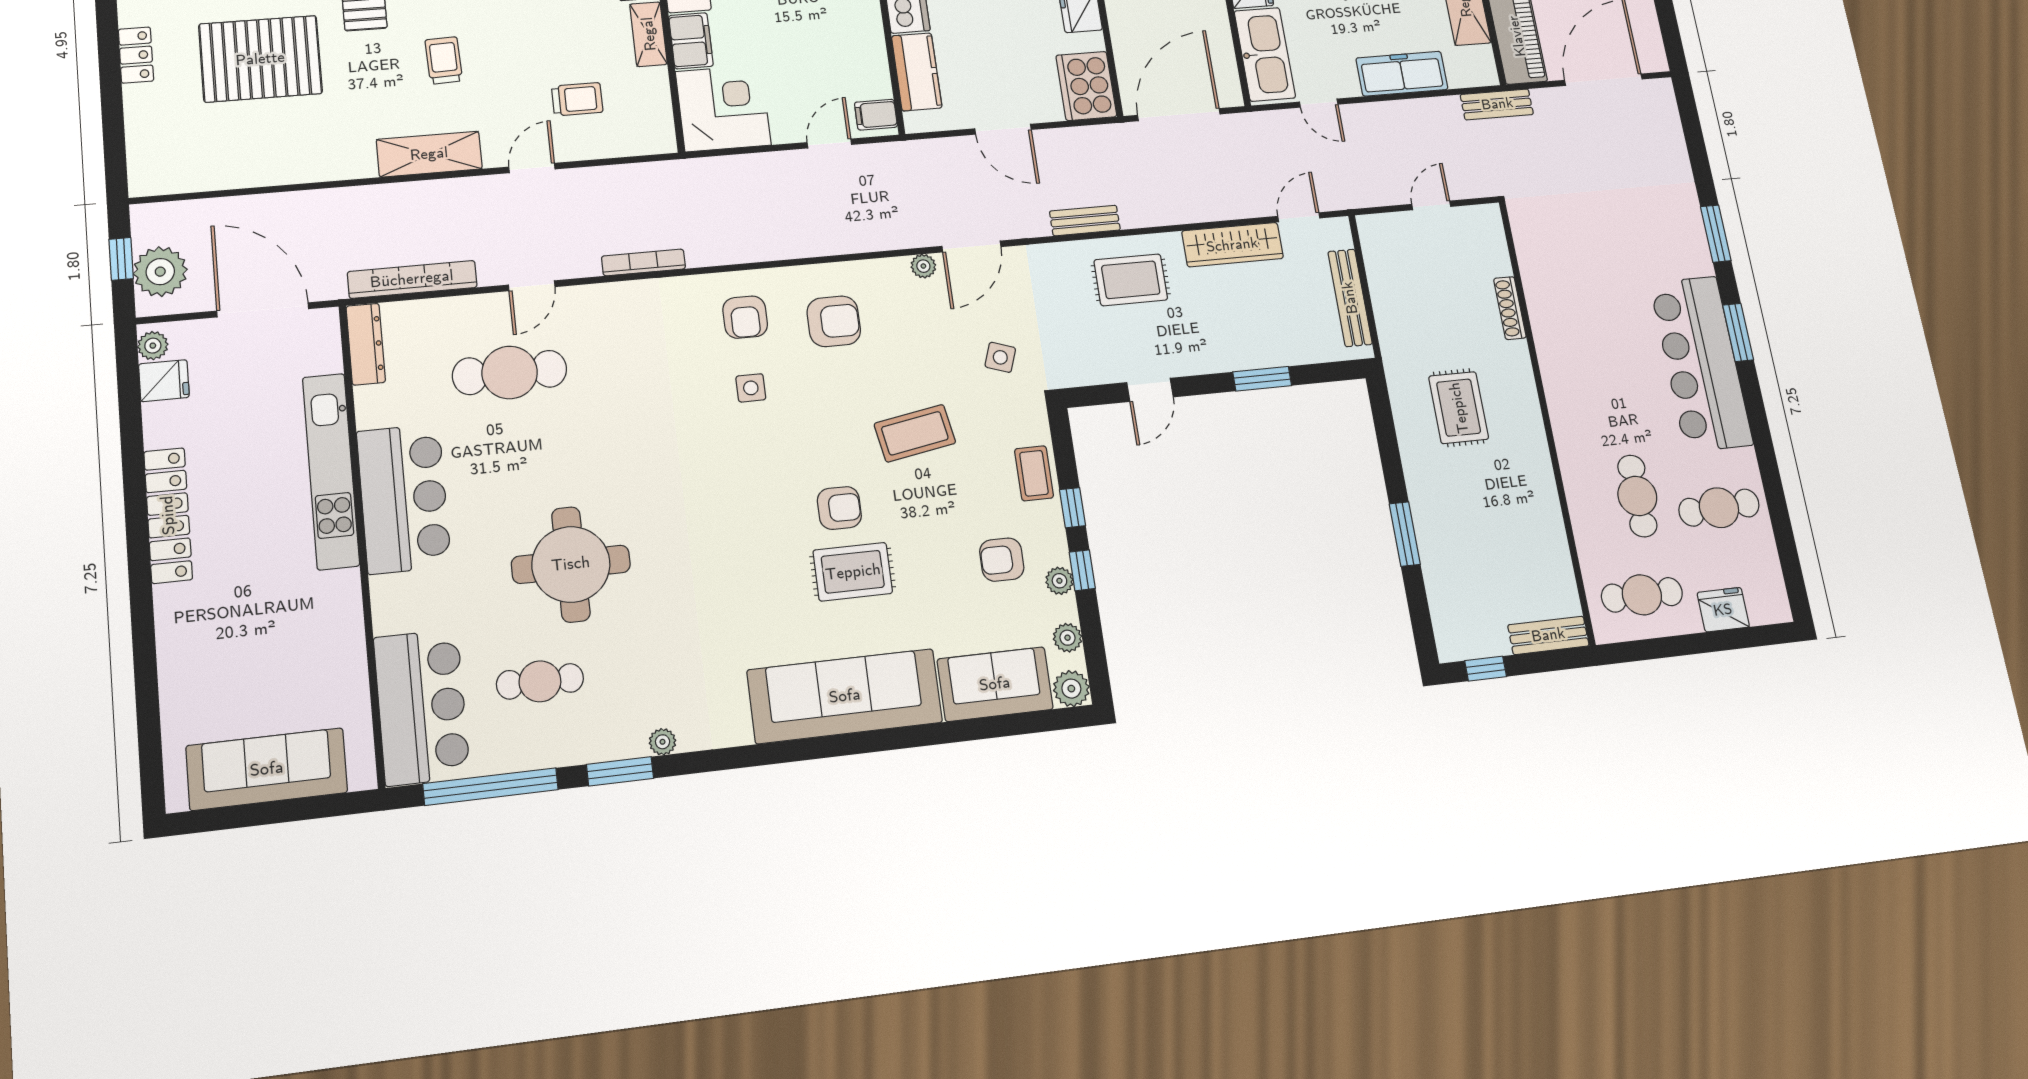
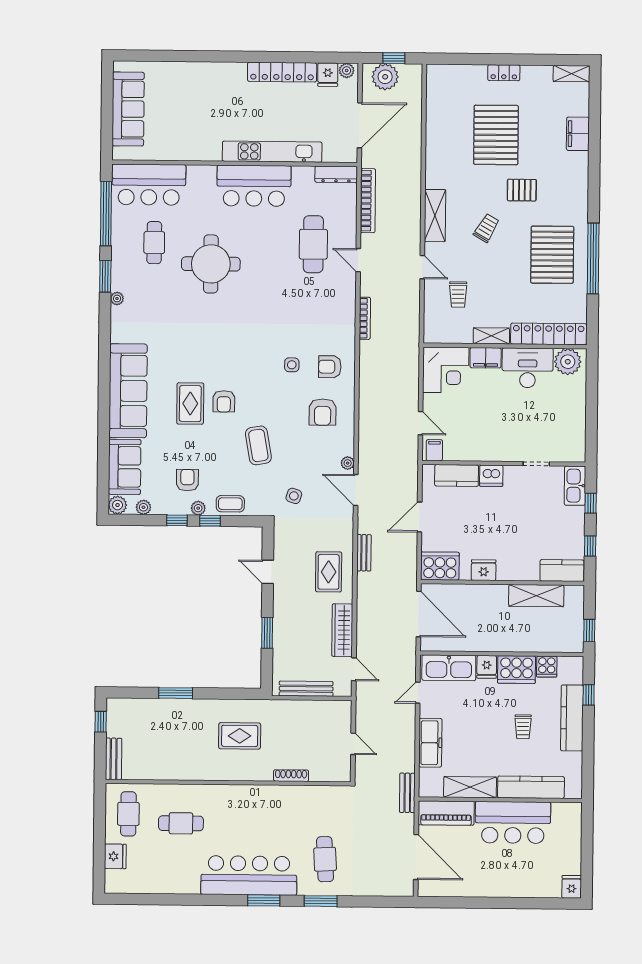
trolley: (444, 60) -> (486, 228), turned -58
cafe table: (1719, 508) -> (325, 859), moved
locker: (168, 515) -> (282, 72), moved
plant: (1059, 581) -> (198, 508), moved

